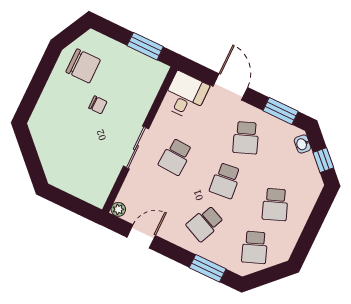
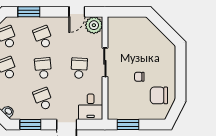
plant: (118, 209) -> (94, 25), width x1.87, depth x1.87
school desk: (205, 223) -> (43, 37), turned -45

